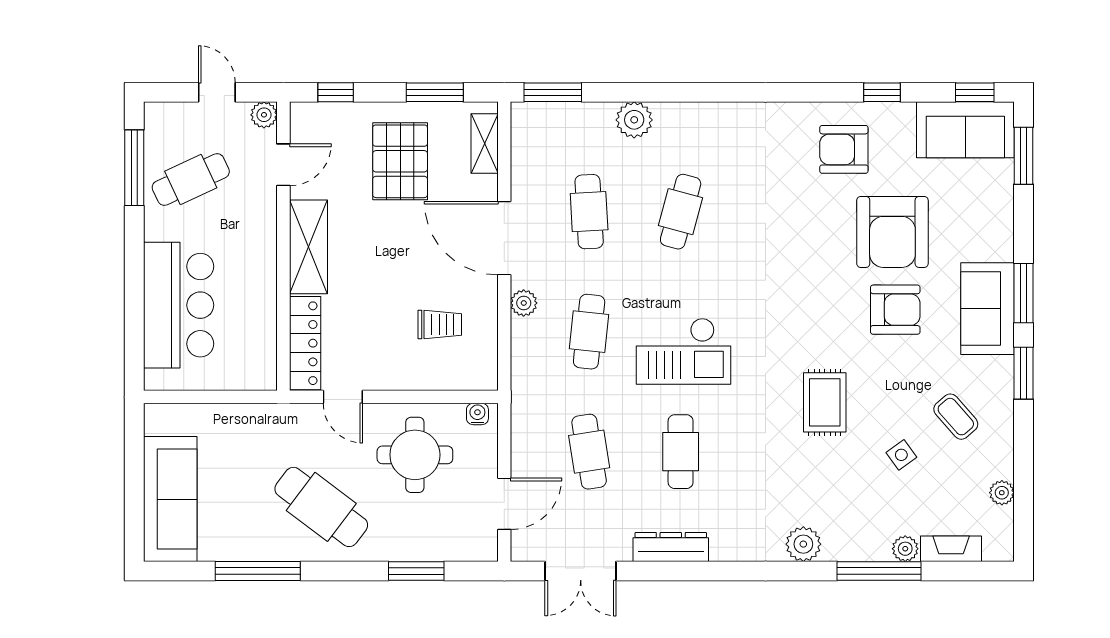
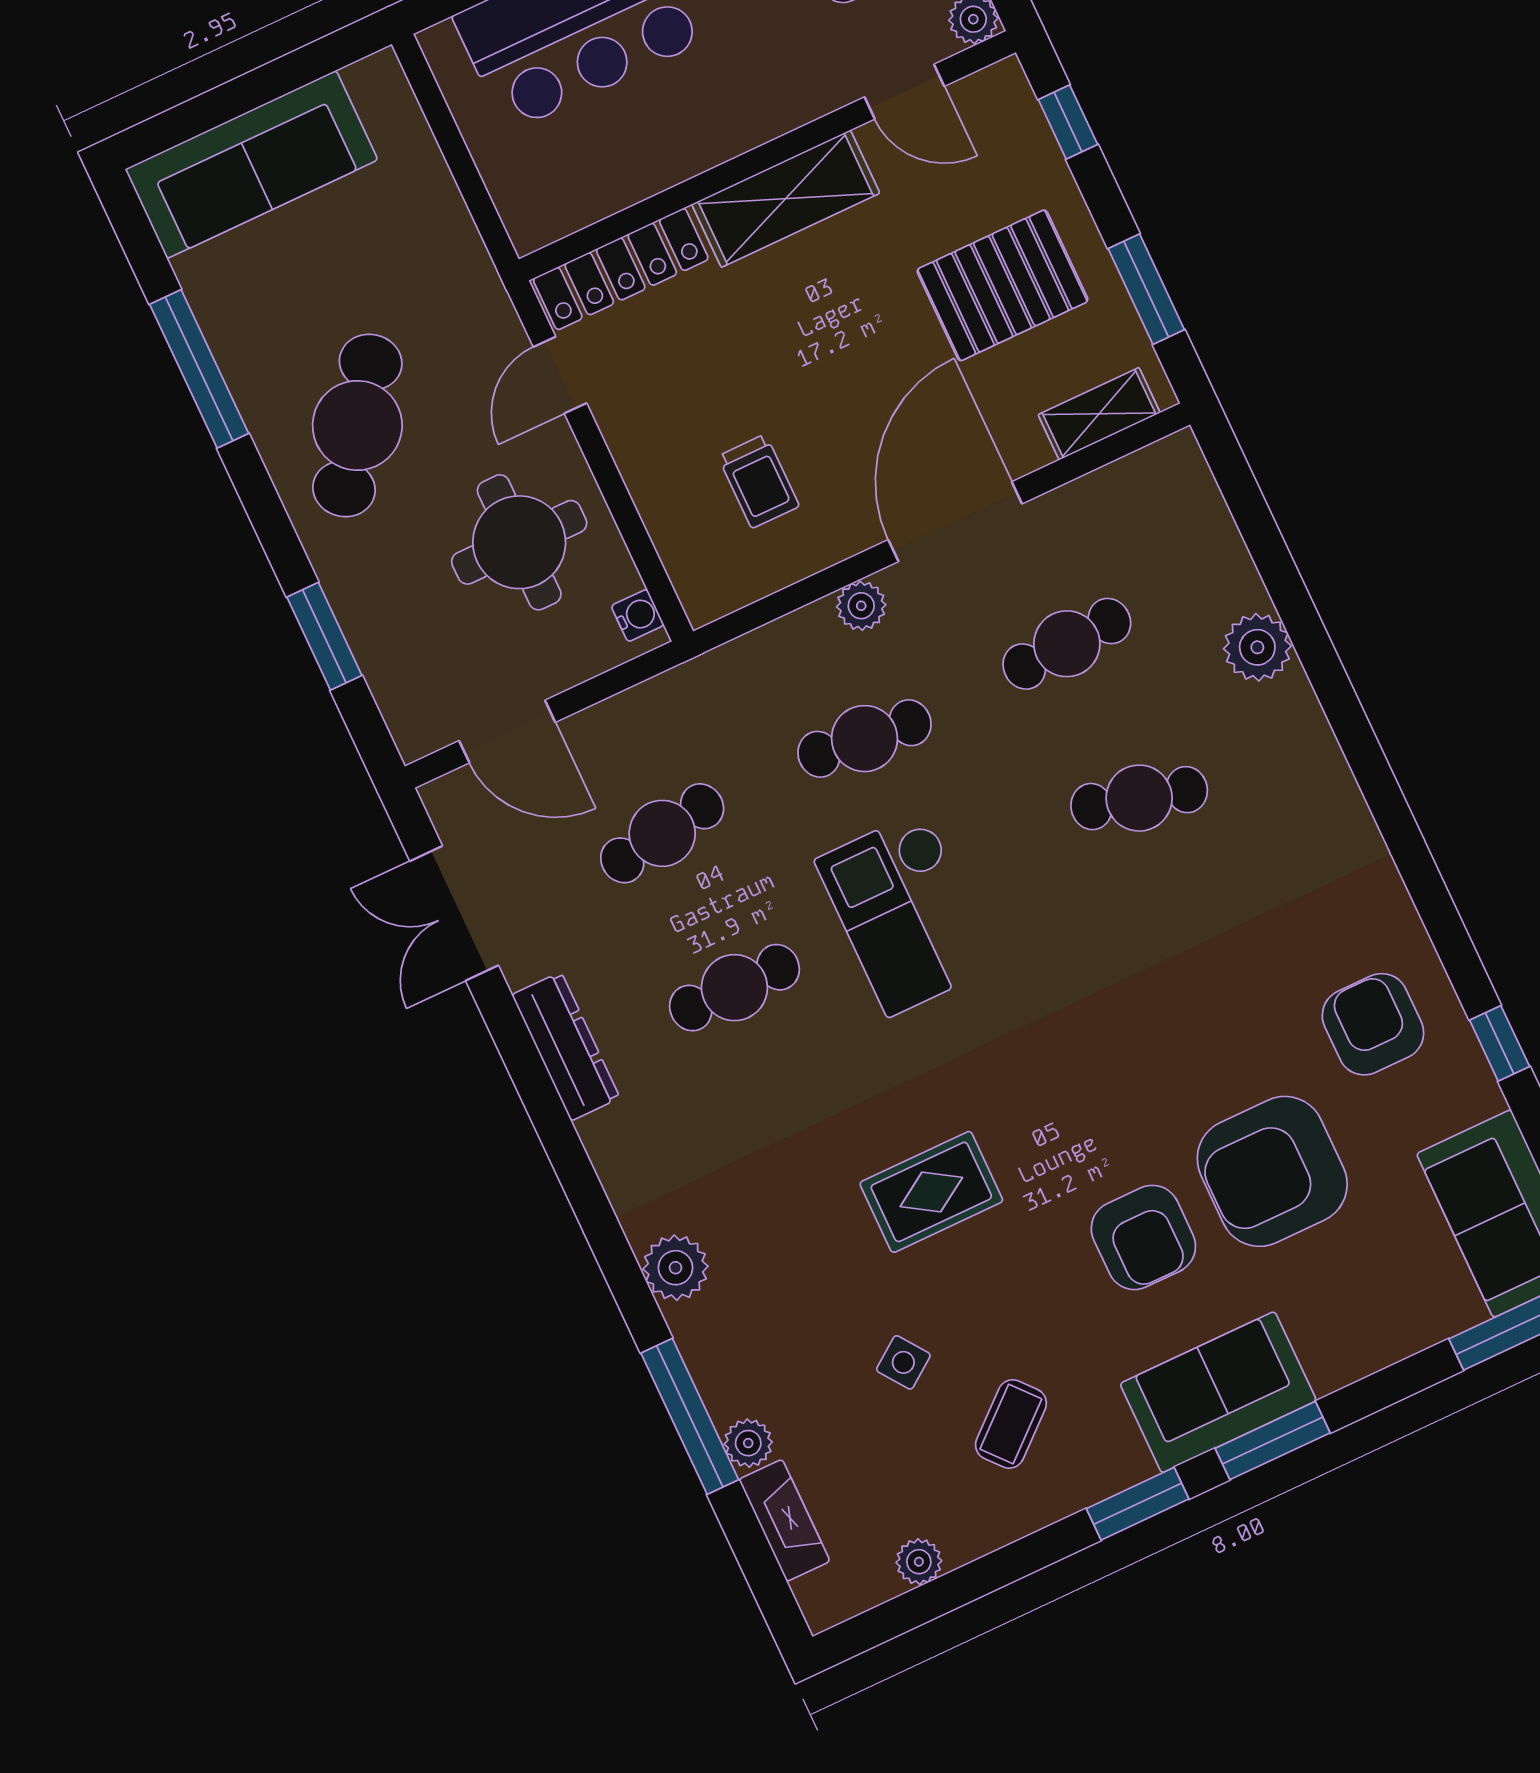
window: (553, 92) -> (1239, 488), removed

